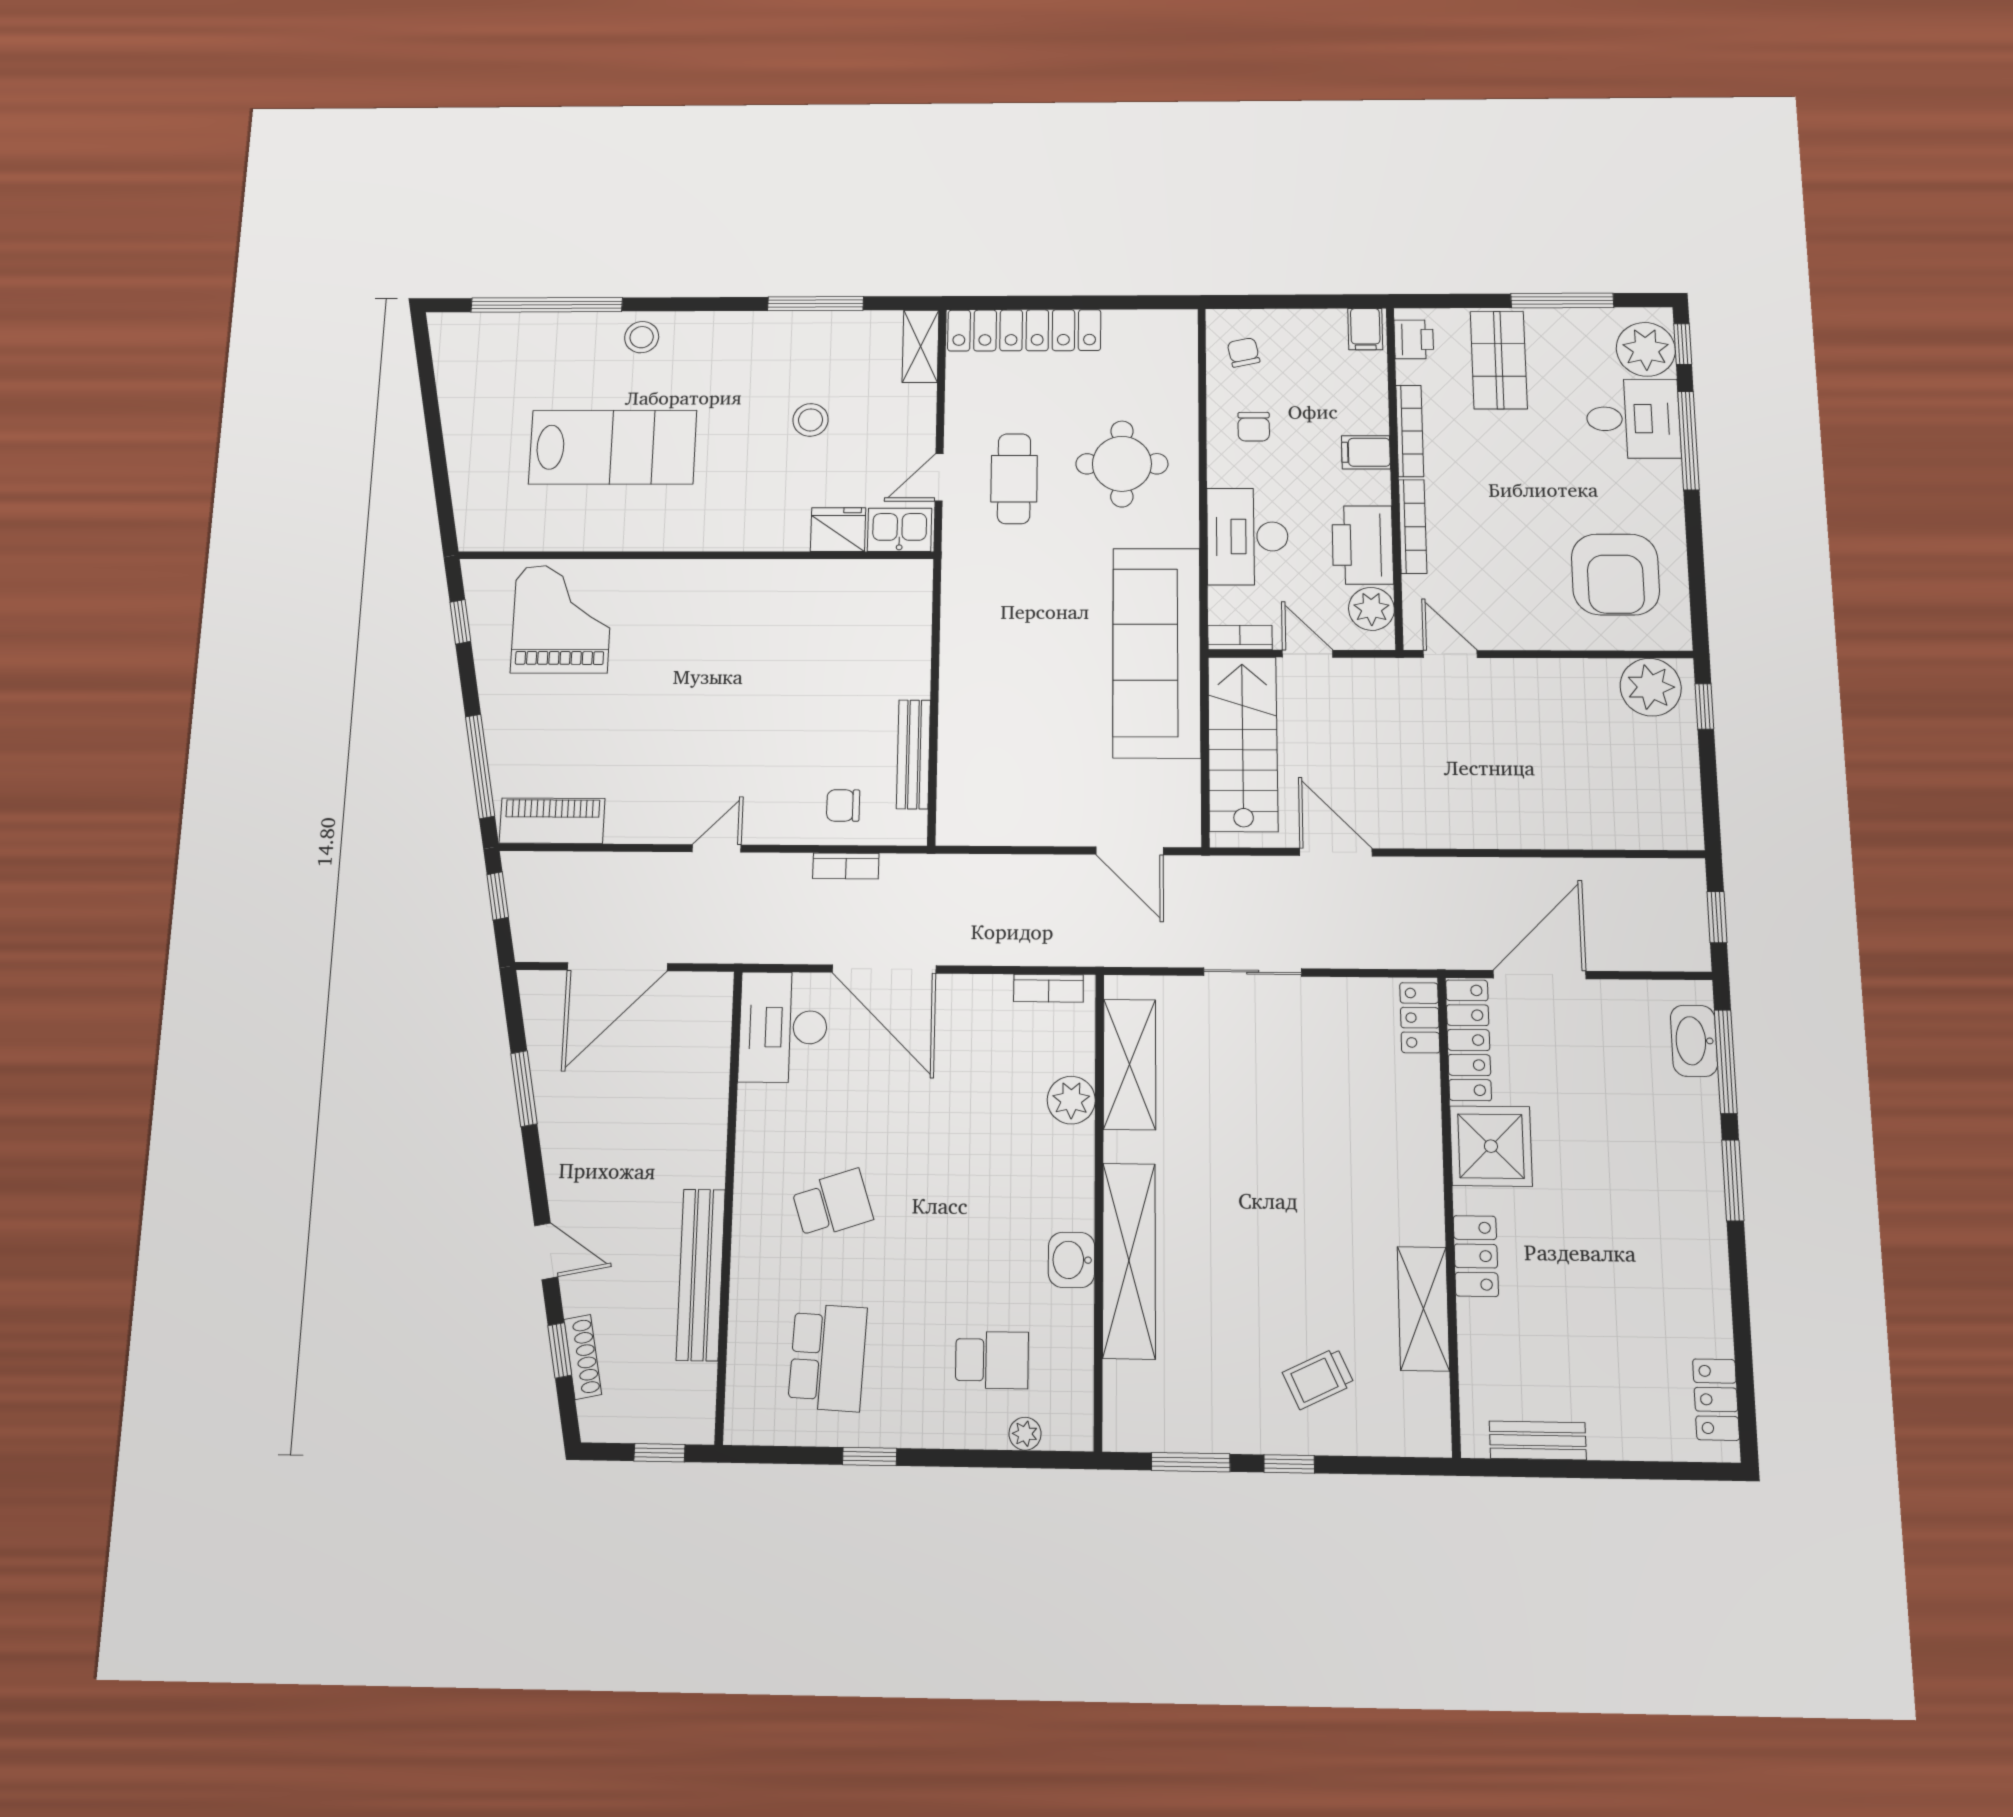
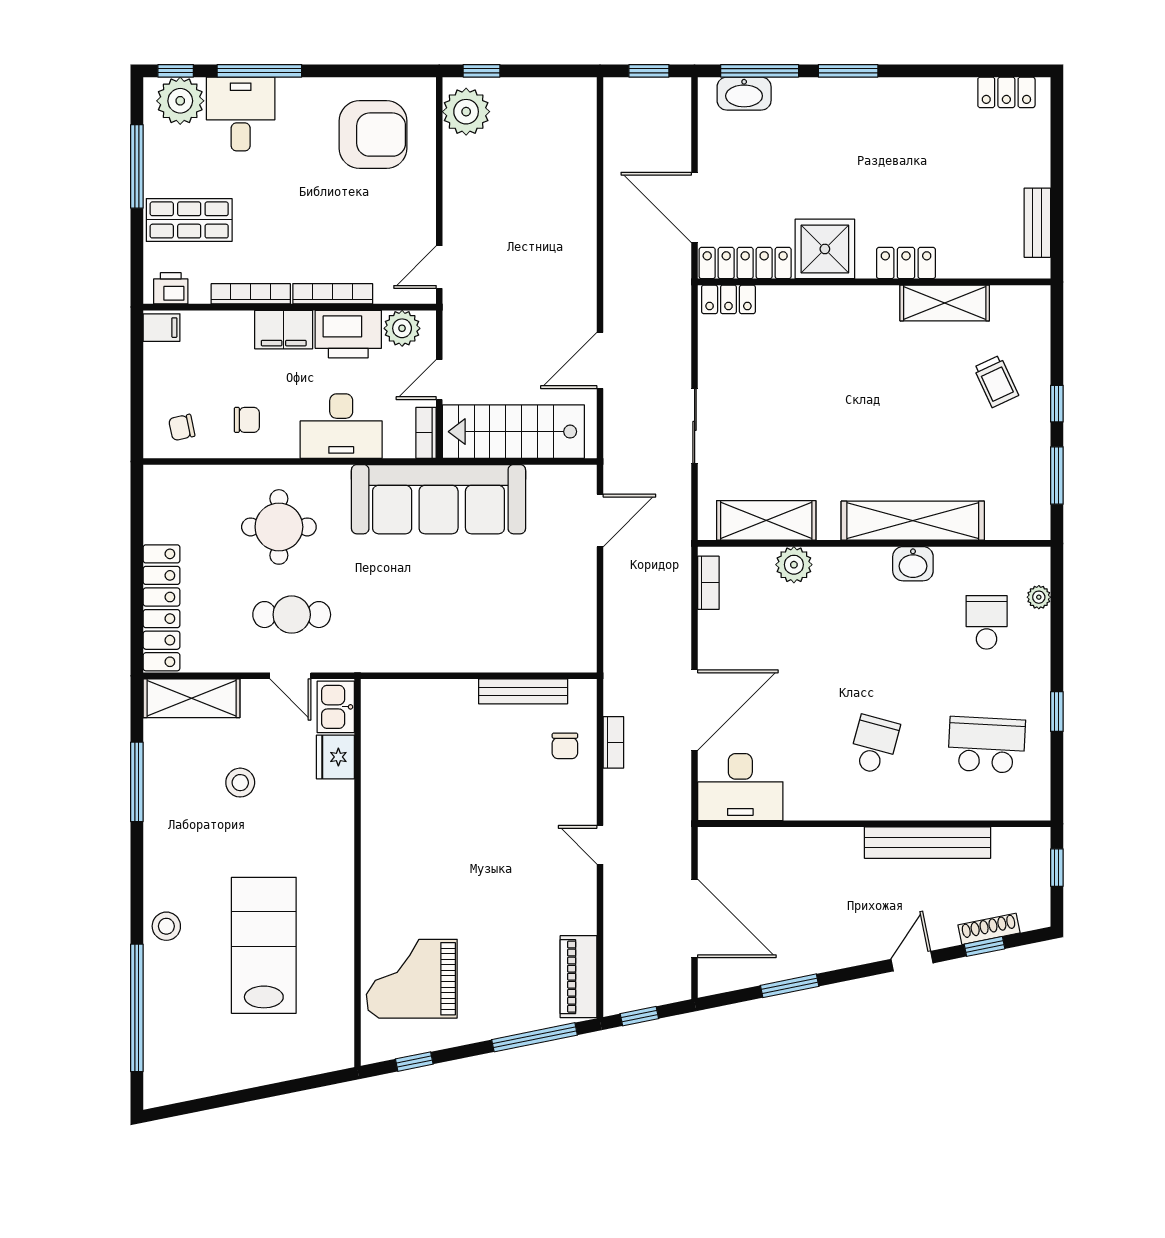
shelving: (921, 346) -> (192, 698), width x1.50, depth x1.33
filing cabinet: (1366, 452) -> (284, 330), width x2.00
school desk: (832, 1204) -> (874, 745), turned 33

